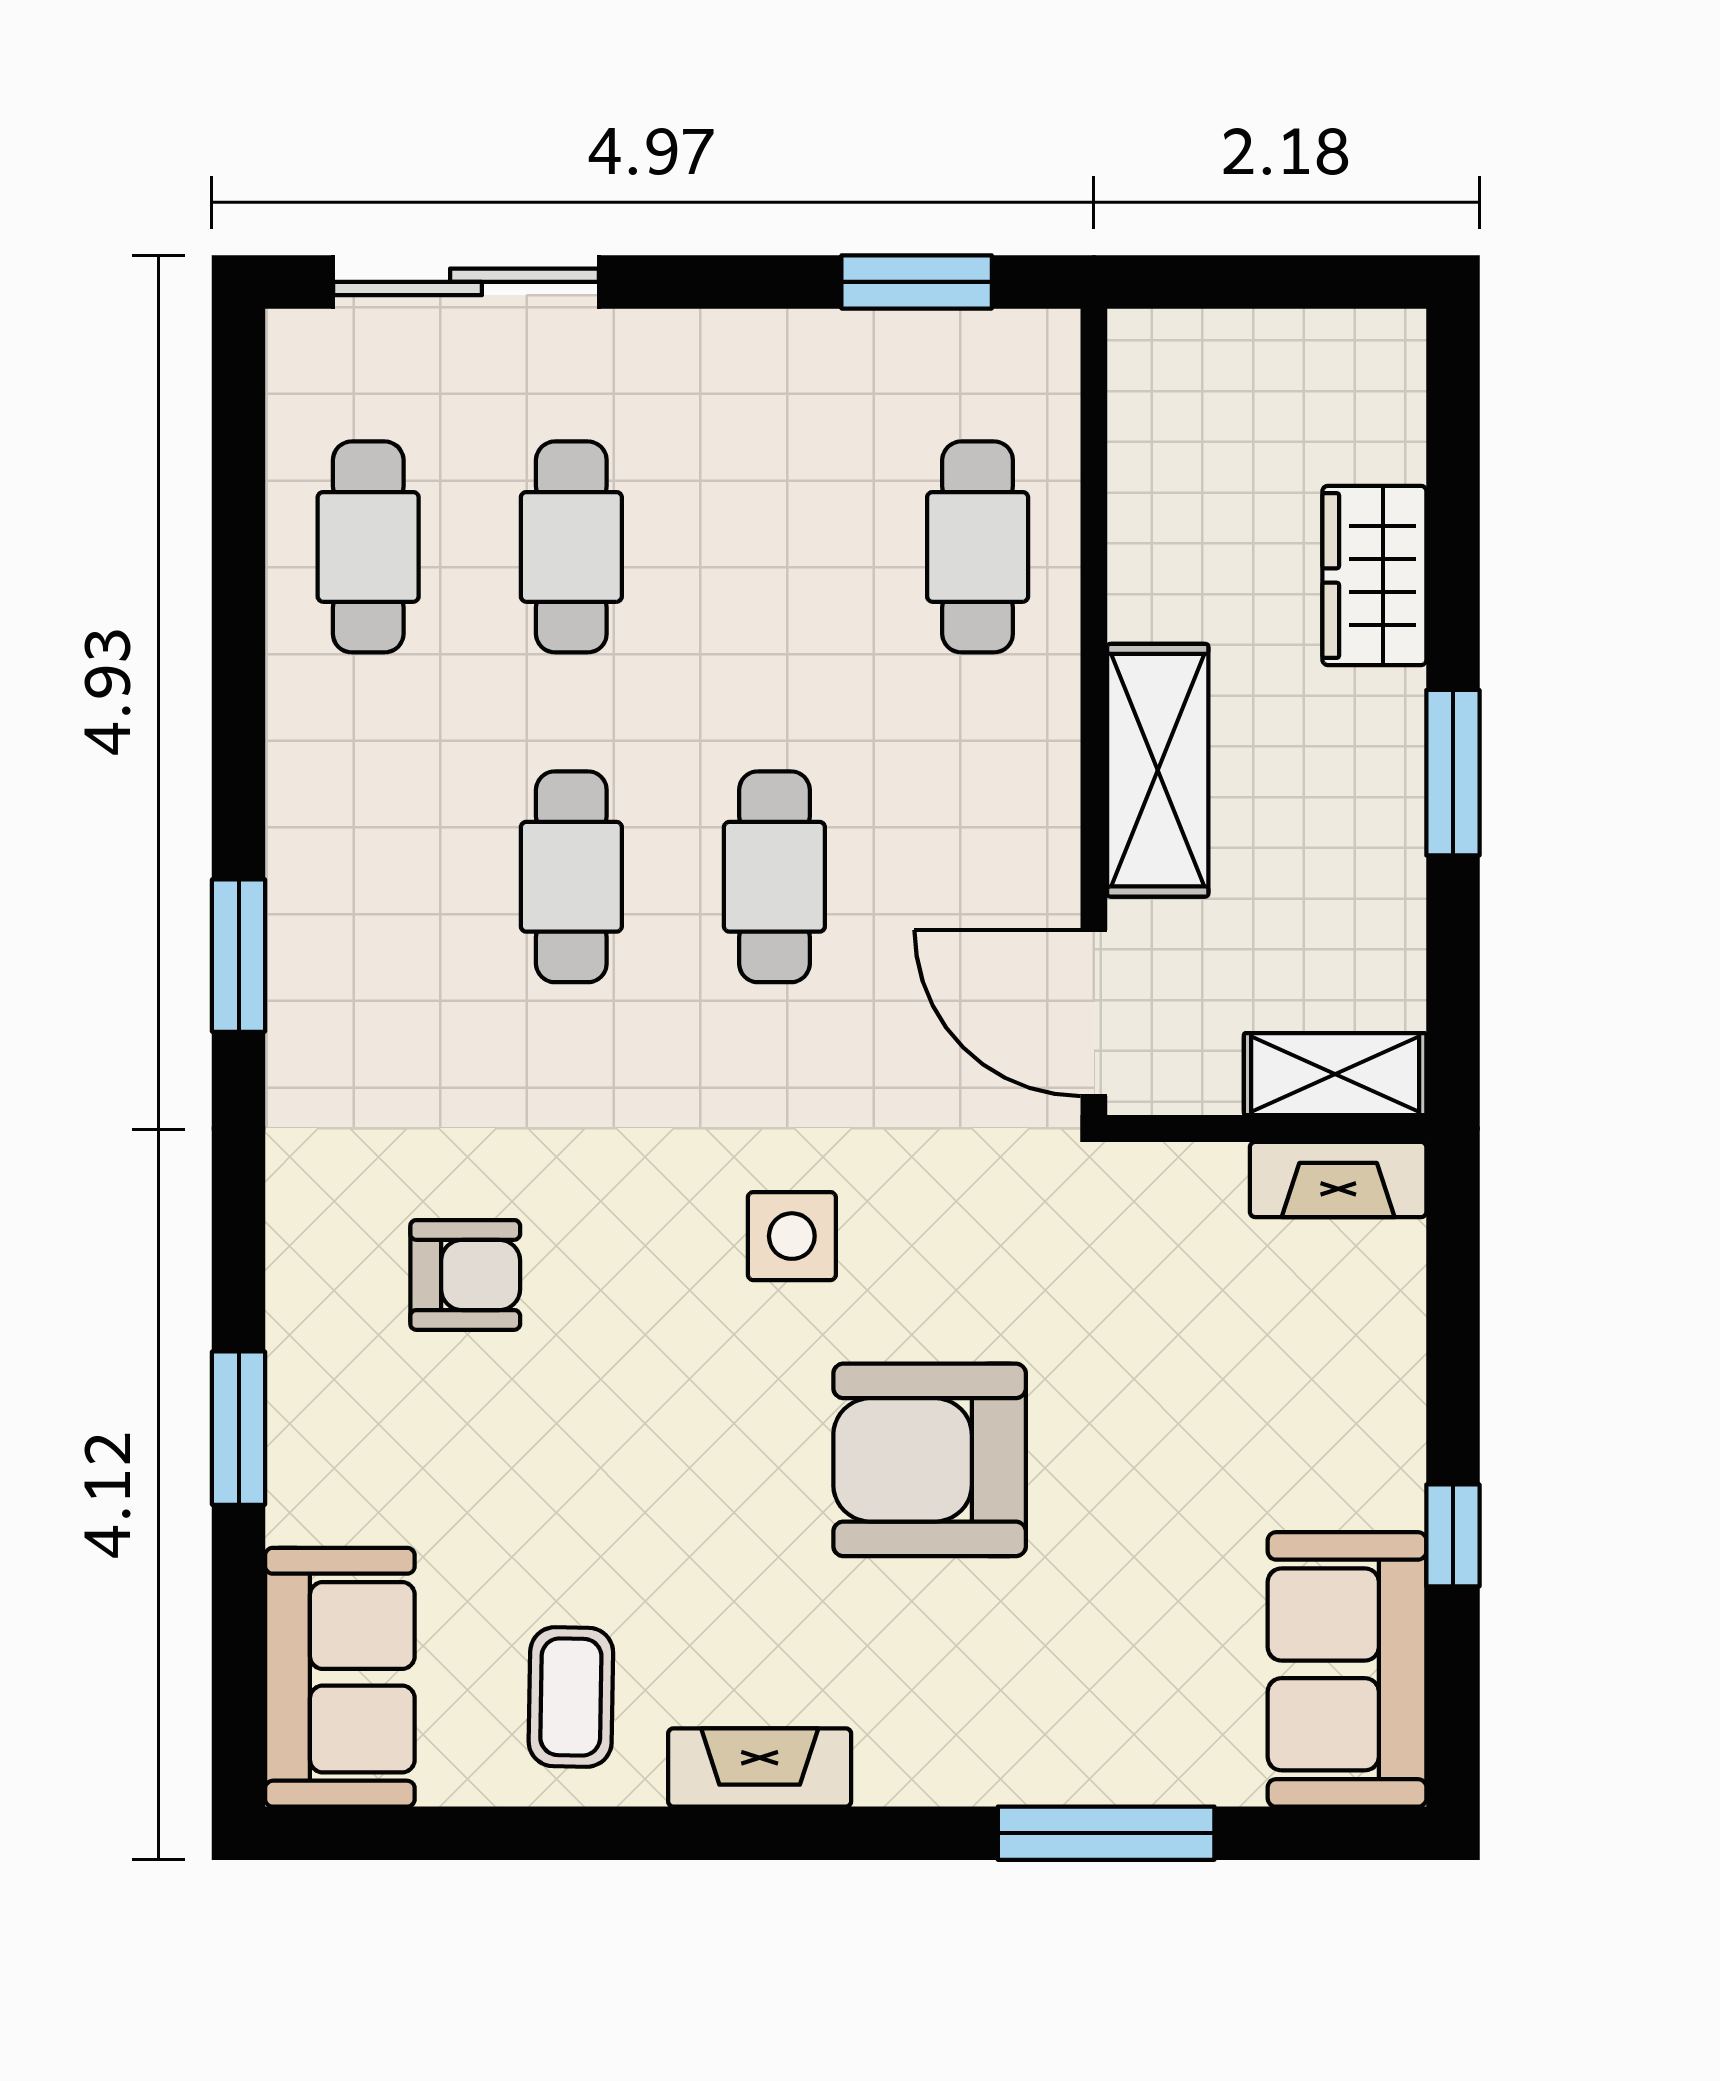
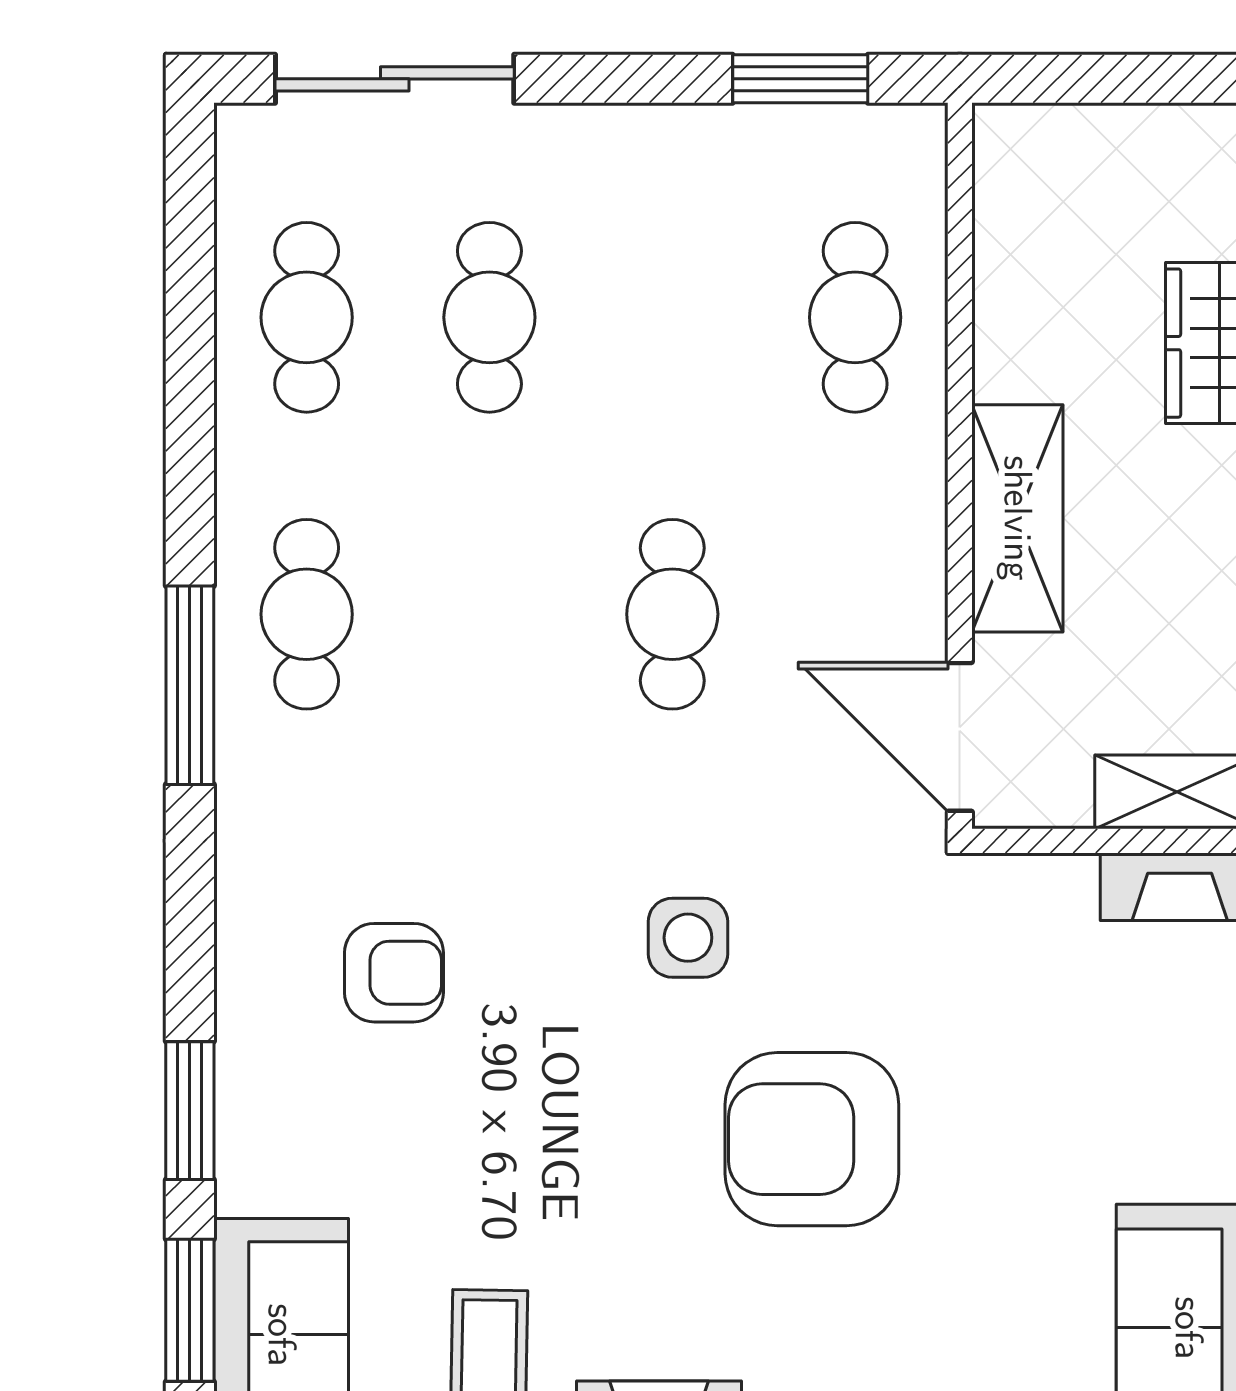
cafe table: (571, 877) -> (307, 614), moved
window: (239, 956) -> (190, 685), width x1.44
window: (239, 1650) -> (190, 1310), added

